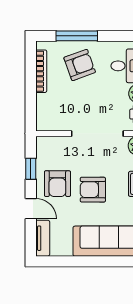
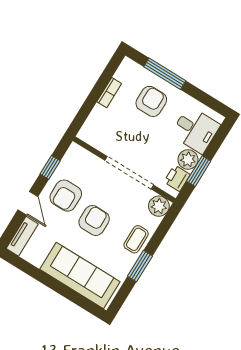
armchair: (80, 65) -> (151, 101), turned -70
bookcase: (41, 71) -> (109, 93), width x0.64
armchair: (93, 190) -> (94, 220), turned 90

